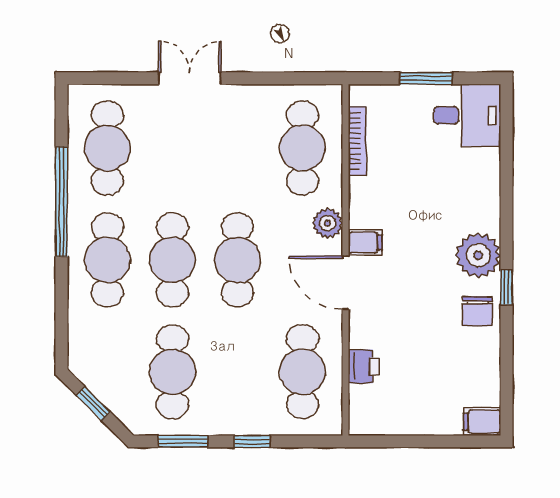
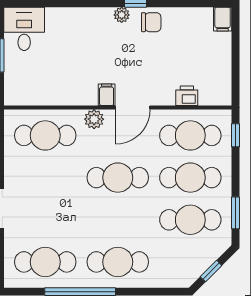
bookcase: (357, 141) -> (41, 100), removed
plant: (478, 255) -> (122, 15), width x0.53, depth x0.53
cafe table: (172, 260) -> (190, 178), moved
window: (252, 441) -> (235, 135), moved

